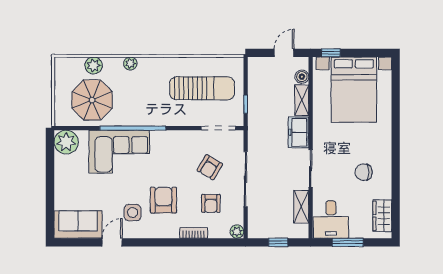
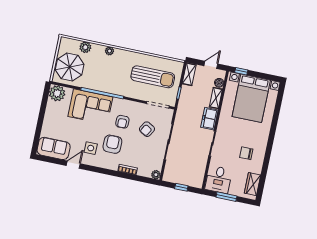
parasol: (92, 100) -> (70, 67), moved
armchair: (211, 203) -> (122, 122), moved
shelving: (301, 207) -> (189, 74), moved

